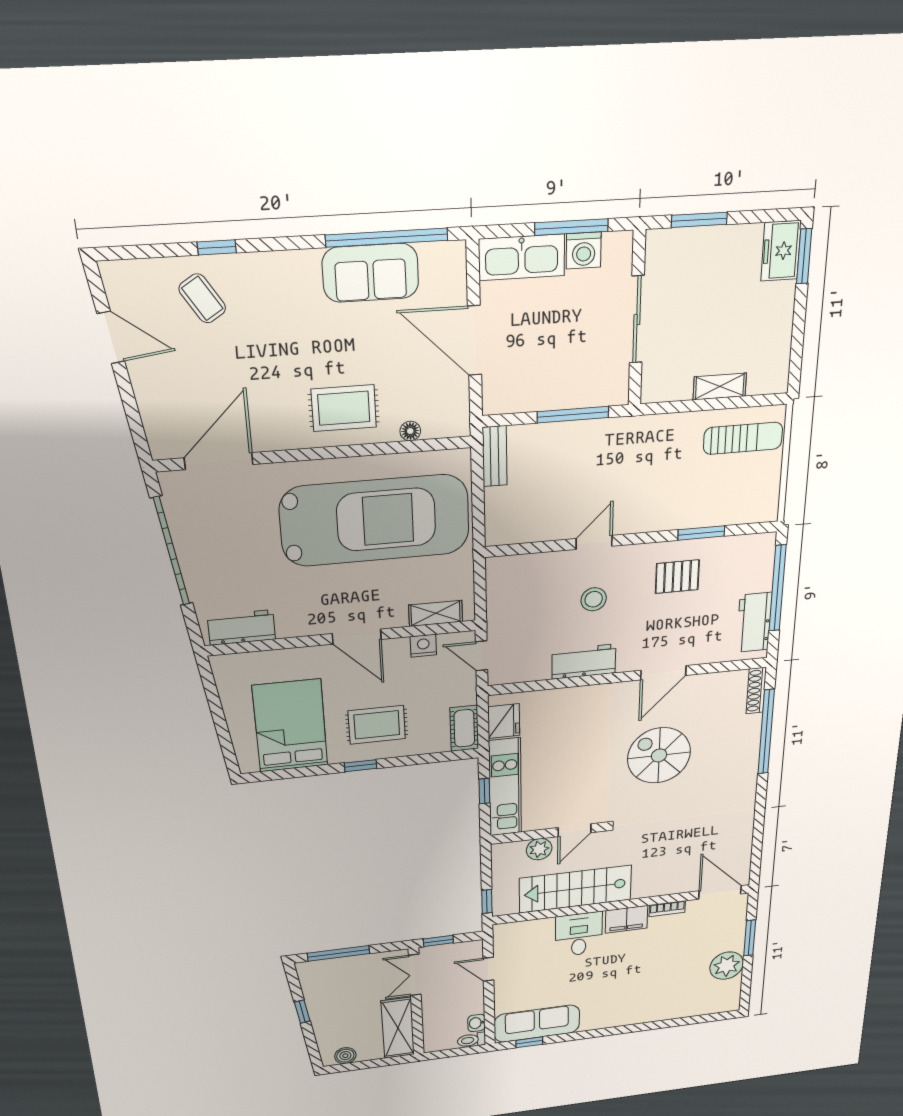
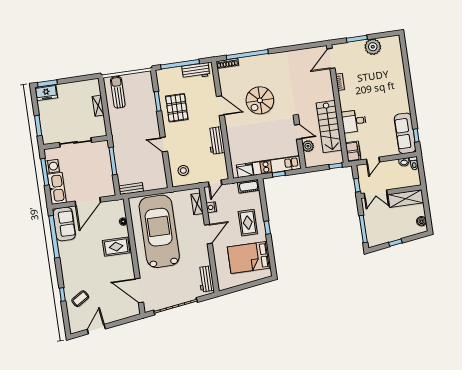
sofa: (371, 273) -> (64, 224), moved
rug: (344, 408) -> (116, 247), turned 90
pallet: (677, 577) -> (177, 108), width x1.50, depth x1.42
stool: (594, 599) -> (183, 170), moved
filing cabinet: (626, 919) -> (353, 151), moved

